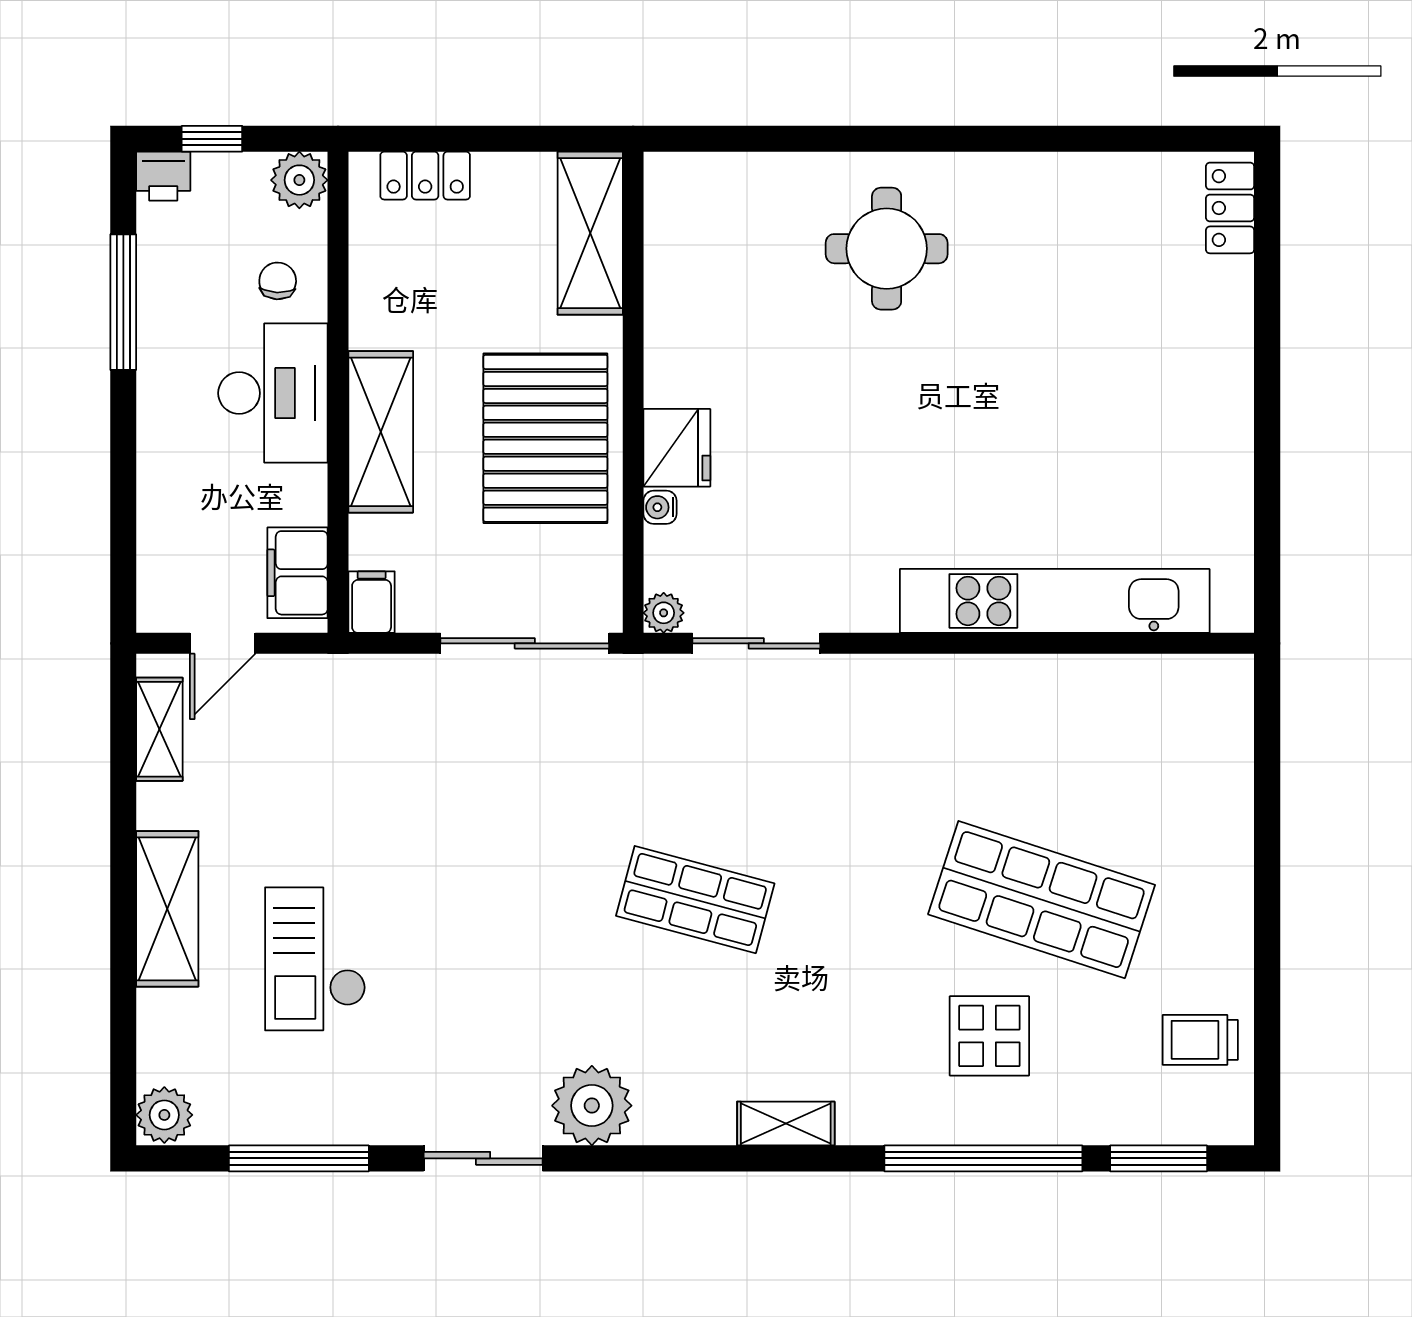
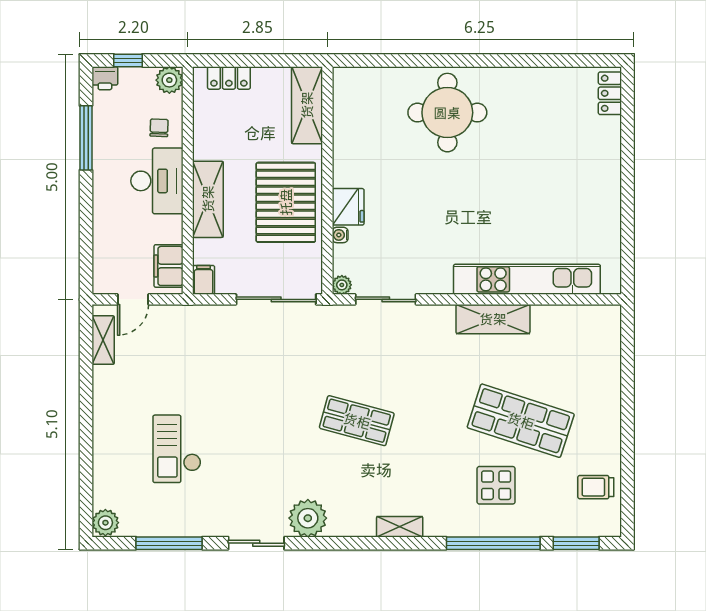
round table: (887, 249) -> (447, 113), width x1.36, depth x1.36
shelving: (167, 909) -> (493, 319), moved, turned 90

